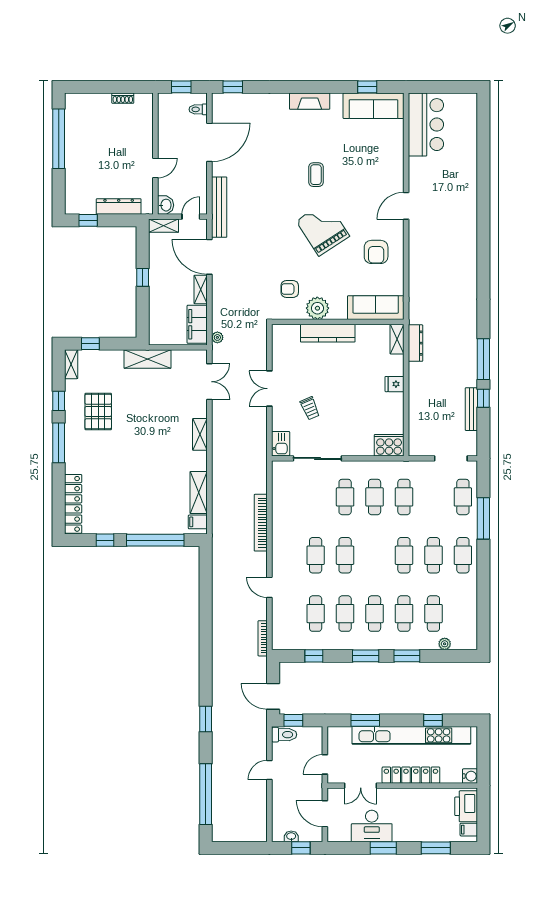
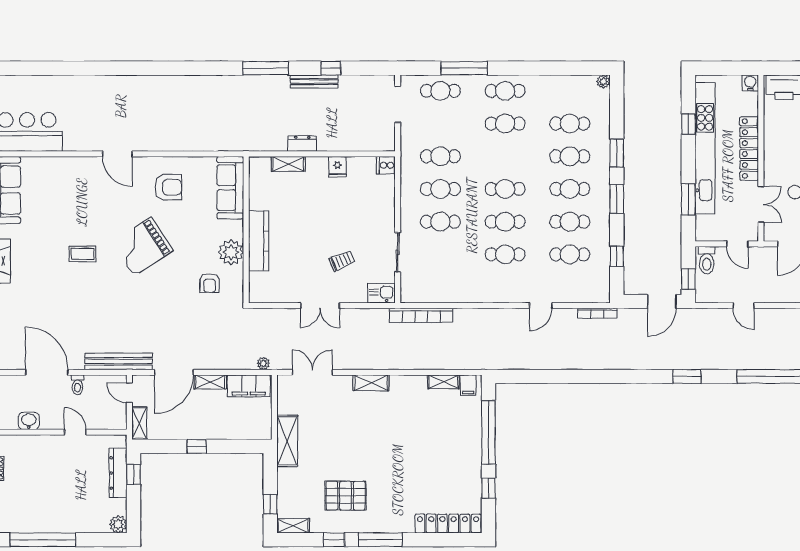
toilet: (198, 109) -> (77, 385), moved
washbasin: (166, 205) -> (29, 421), moved
plant: (72, 207) -> (118, 524), added
window: (88, 220) -> (134, 474), moved
shelving: (397, 339) -> (288, 164), moved
dresser: (415, 343) -> (302, 144), moved, width x0.70
window: (483, 359) -> (265, 68), moved
fridge: (395, 384) -> (337, 167), moved
bench: (471, 409) -> (314, 82), moved
cooker: (389, 445) -> (386, 165), width x0.53, depth x0.76
sliding door: (317, 458) -> (398, 252), width x0.73
shelving: (199, 493) -> (443, 382), width x0.67, depth x0.75
bookcase: (261, 523) -> (421, 315), moved
cafe table: (404, 555) -> (505, 189), moved
plant: (445, 644) -> (603, 82), moved
toilet: (284, 735) -> (707, 260), moved, turned 180

